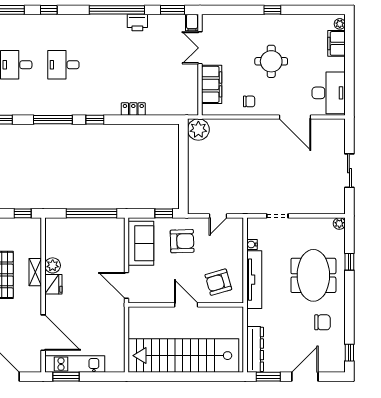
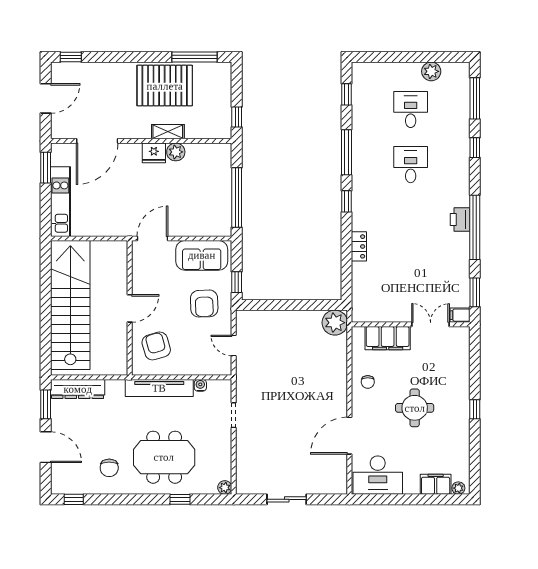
printer: (137, 23) -> (460, 220), moved
kitchen unit: (75, 364) -> (60, 202), moved

